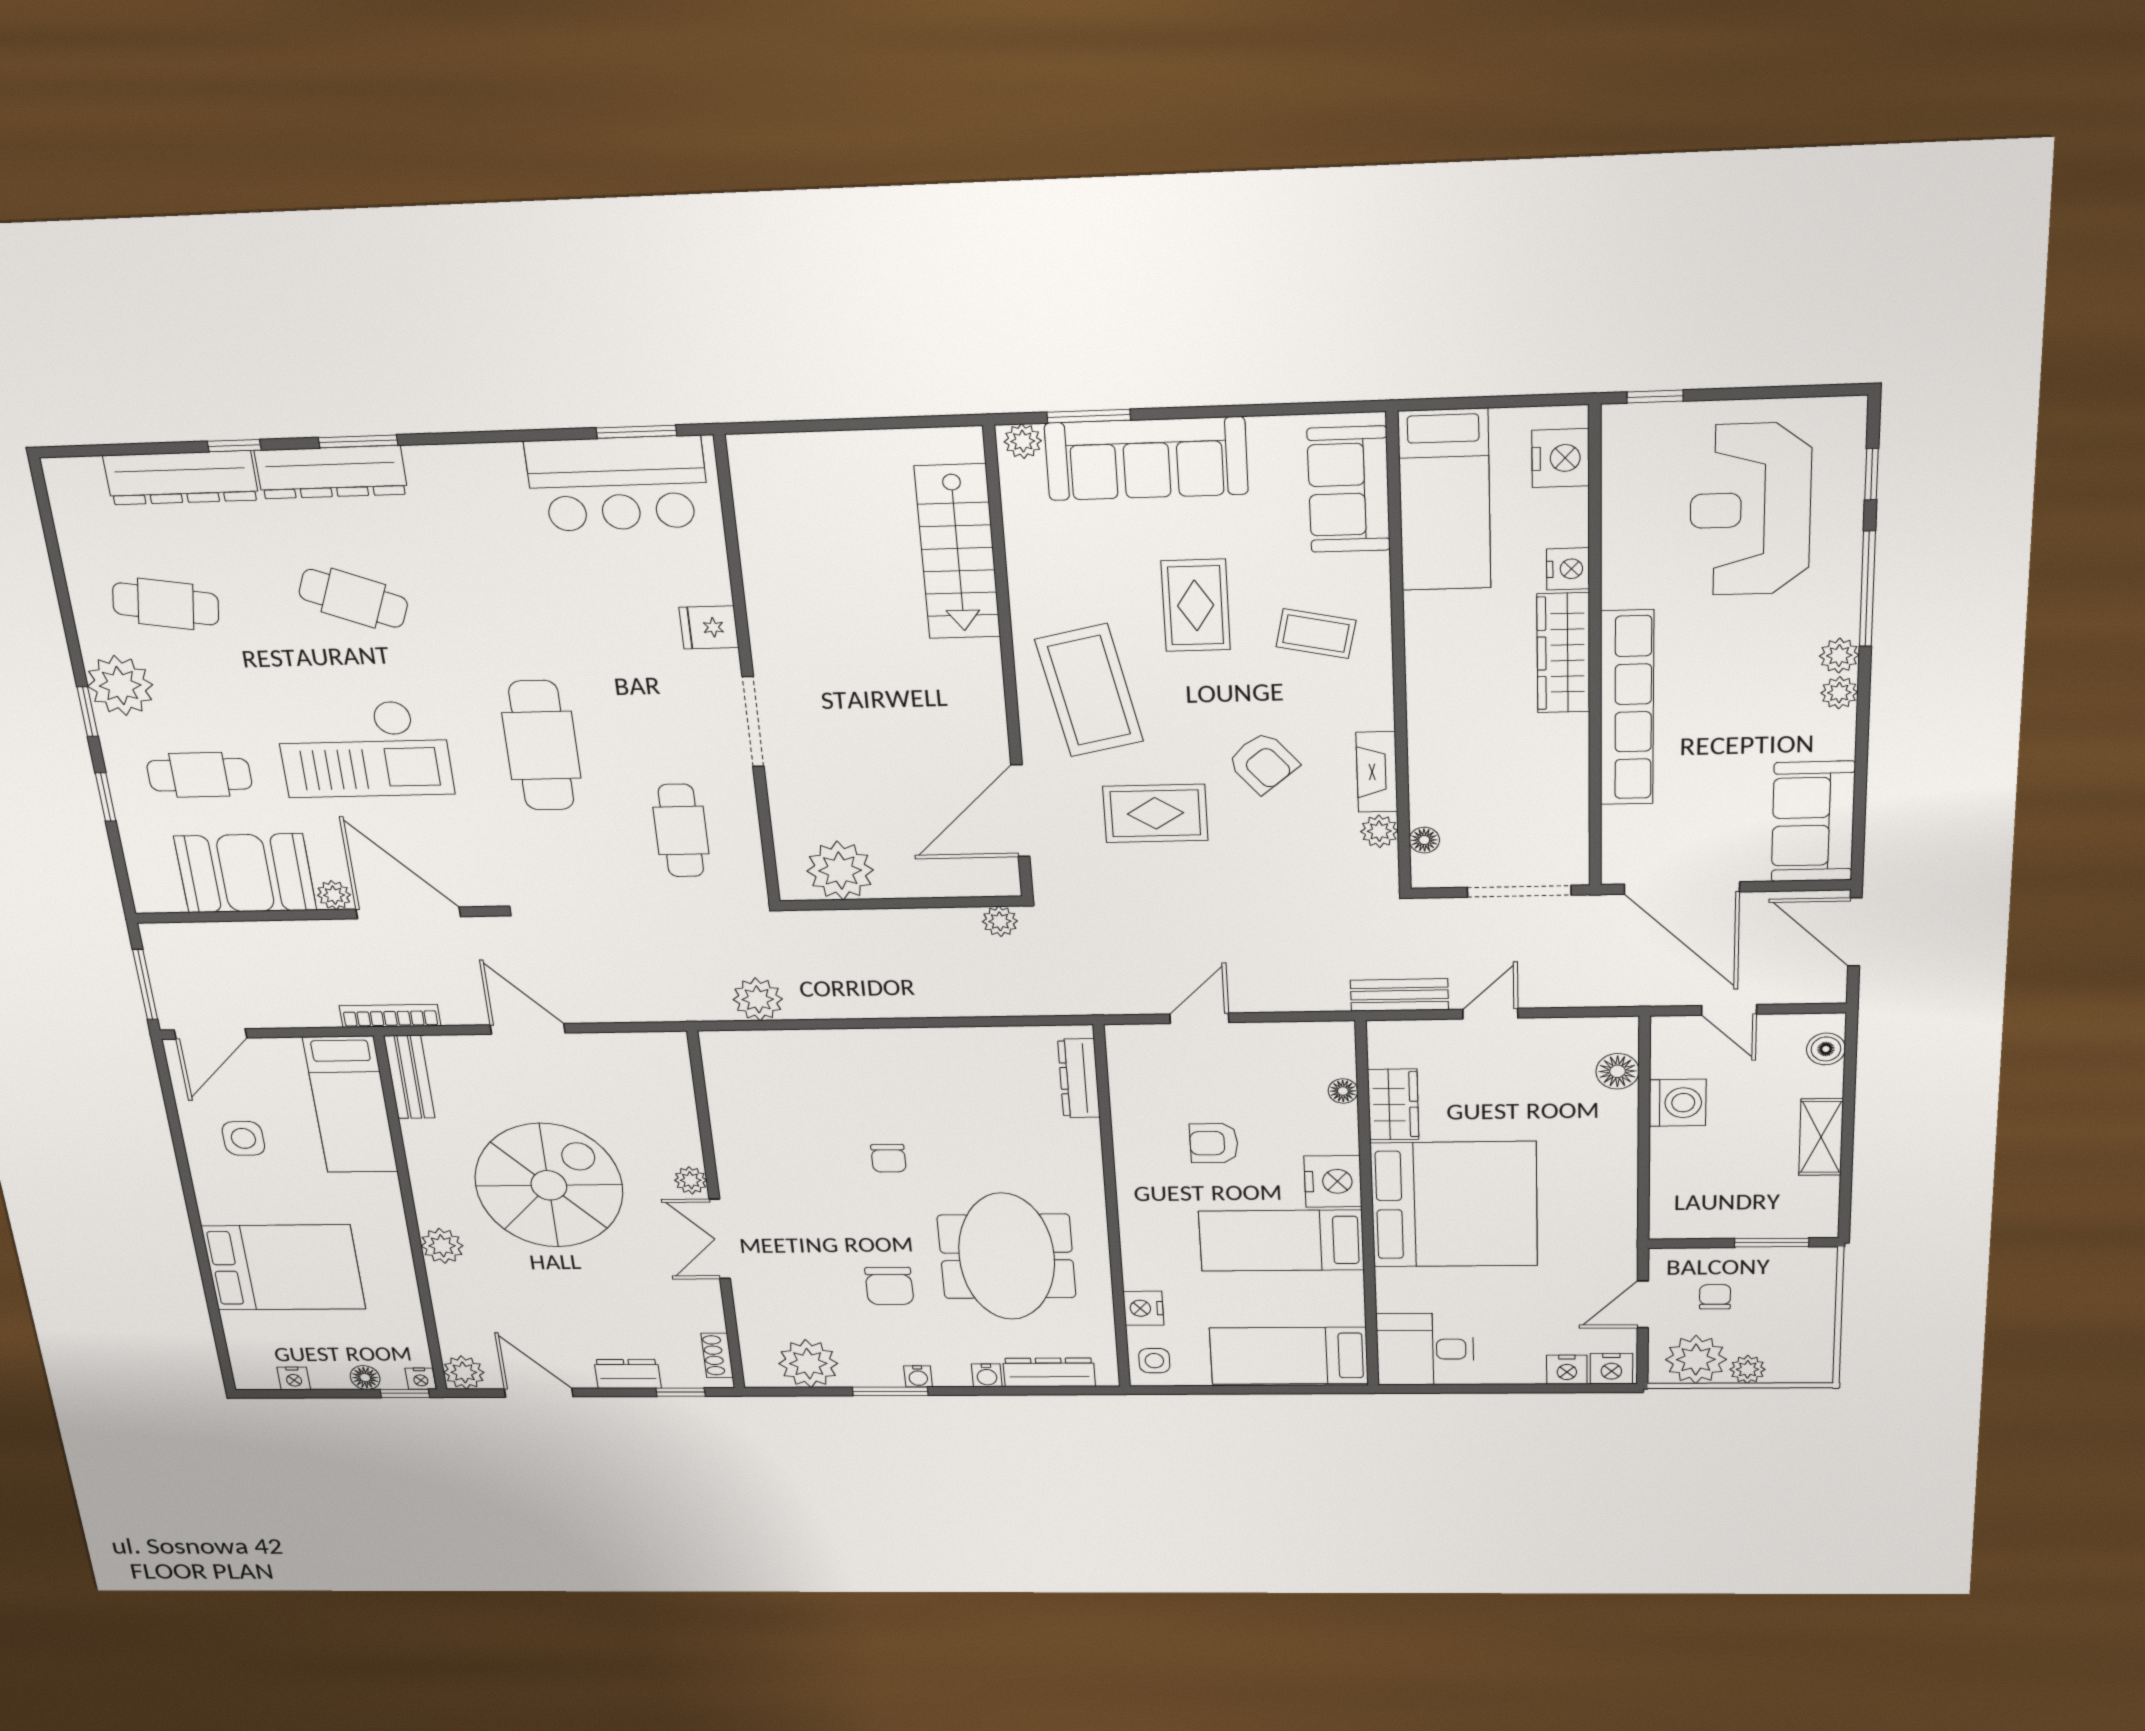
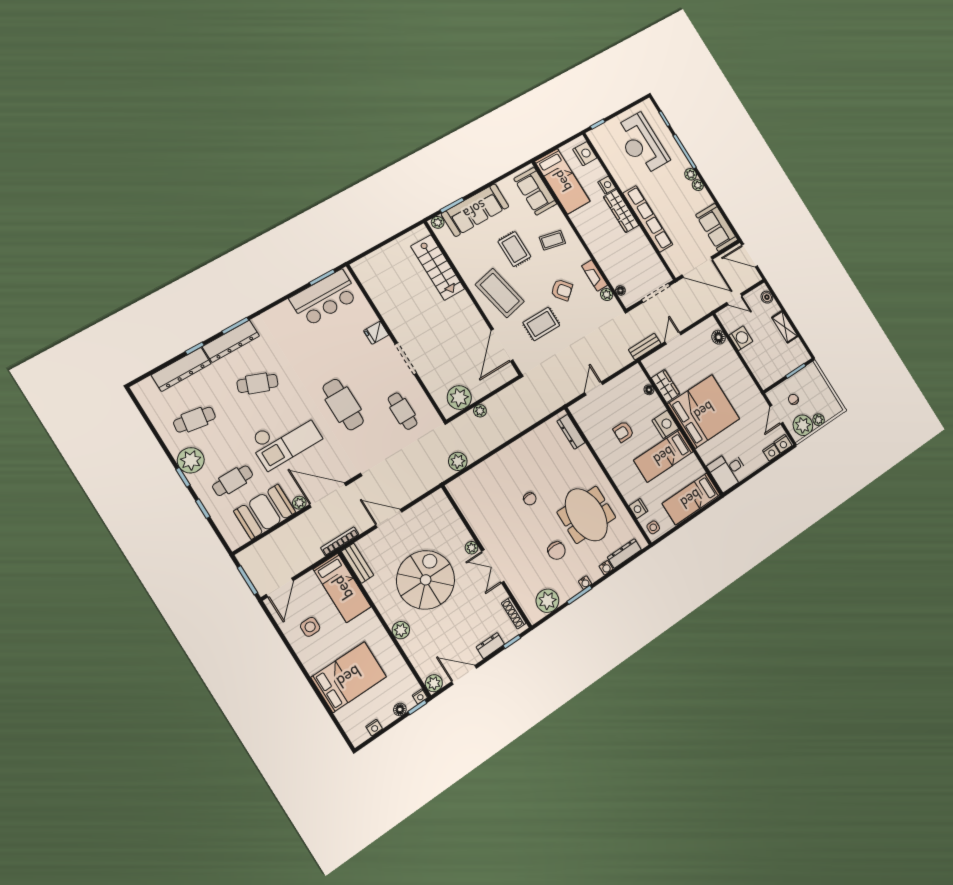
plant: (1000, 921) -> (480, 411), moved
shoe rack: (717, 1355) -> (514, 613), width x1.43

